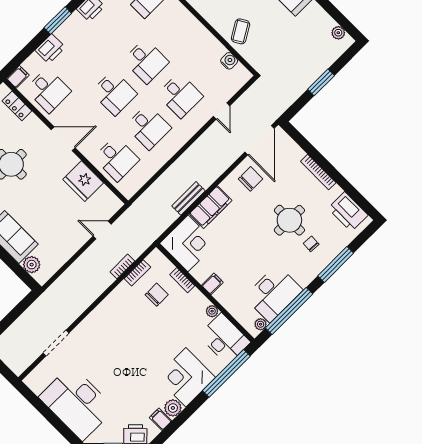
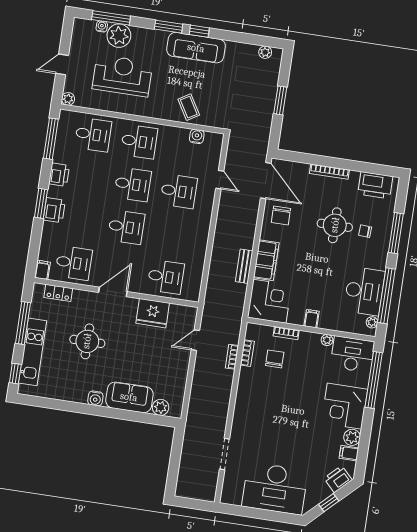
printer: (50, 49) -> (54, 210), moved
desk: (148, 127) -> (139, 142), moved
chair: (250, 179) -> (281, 216), turned 180

